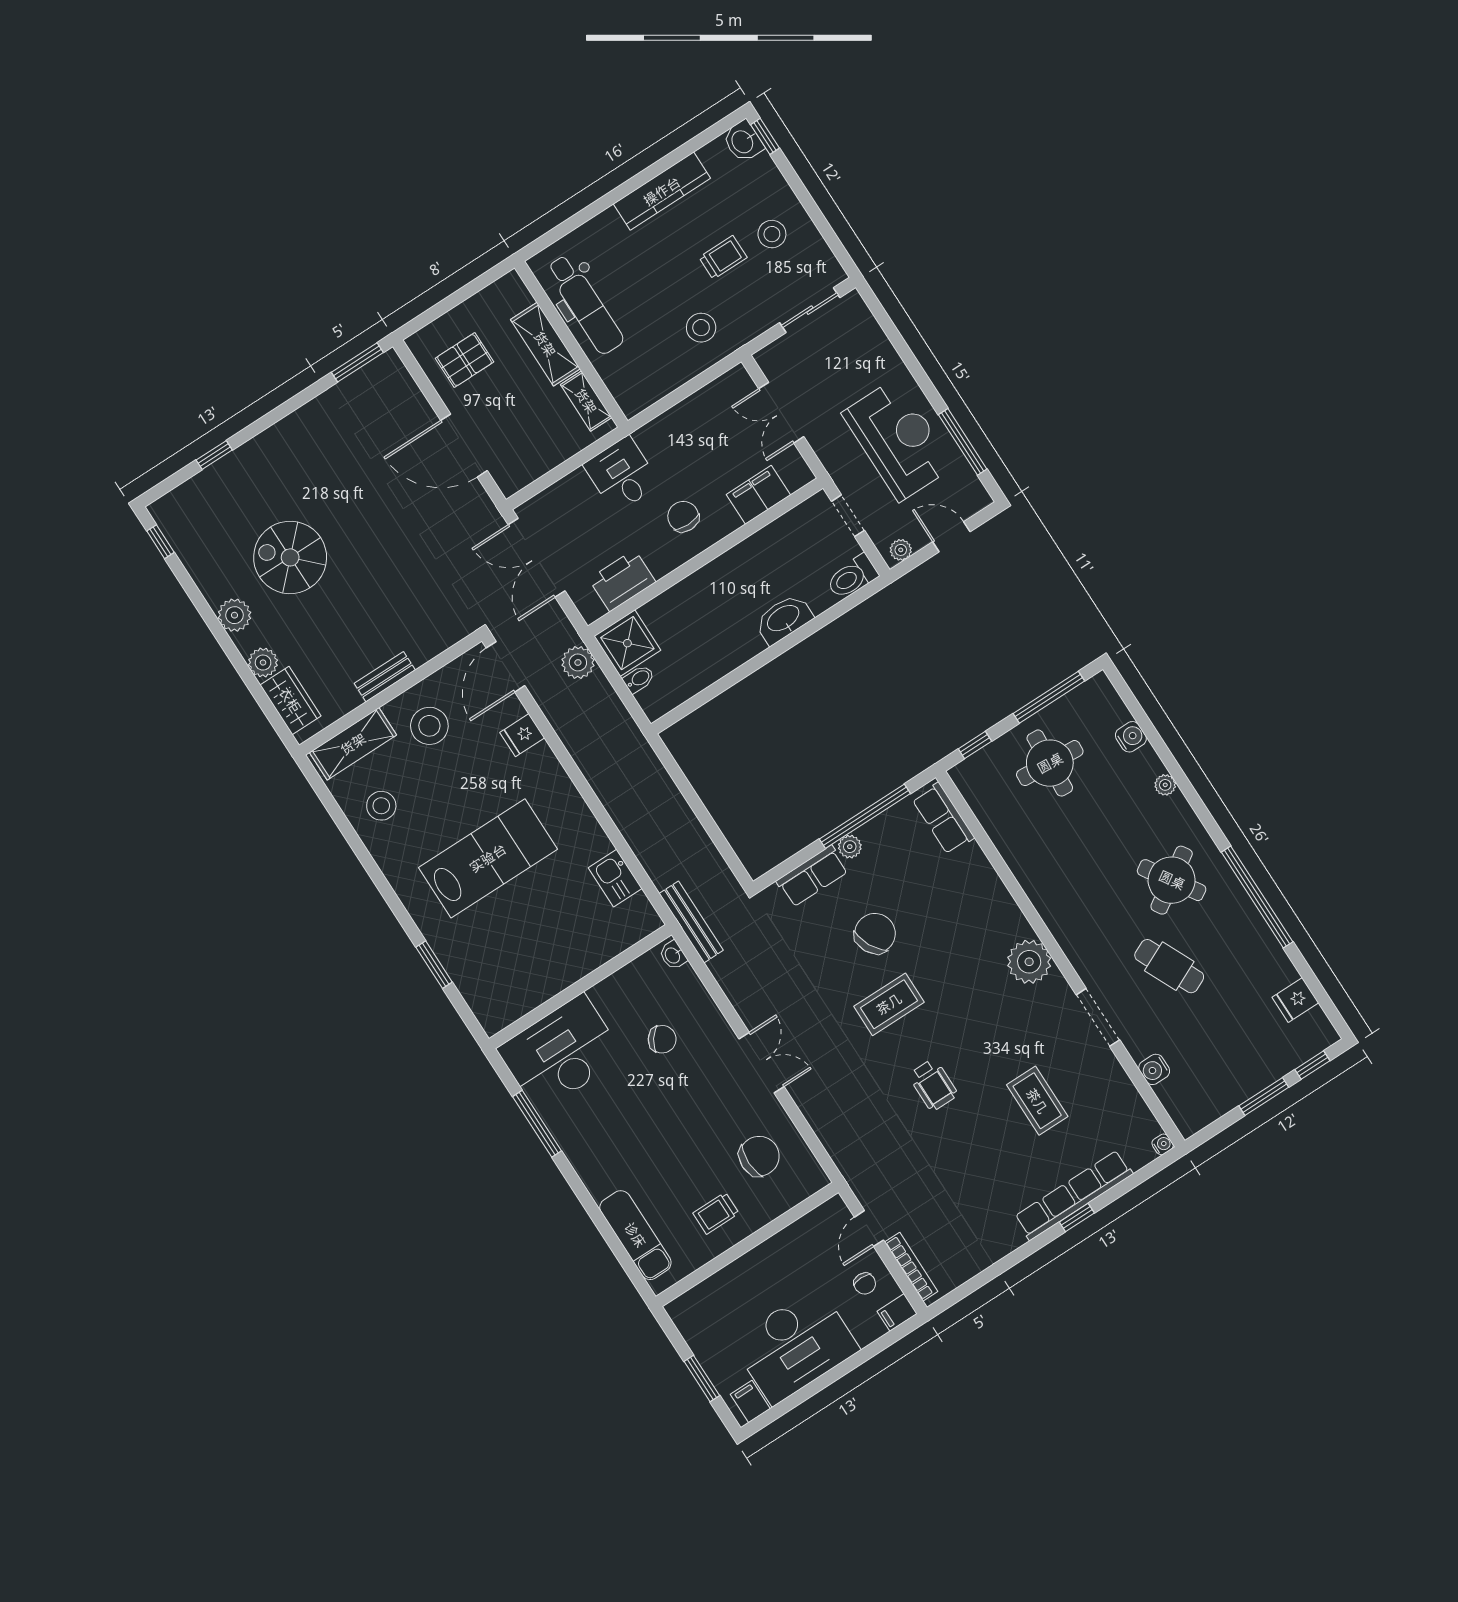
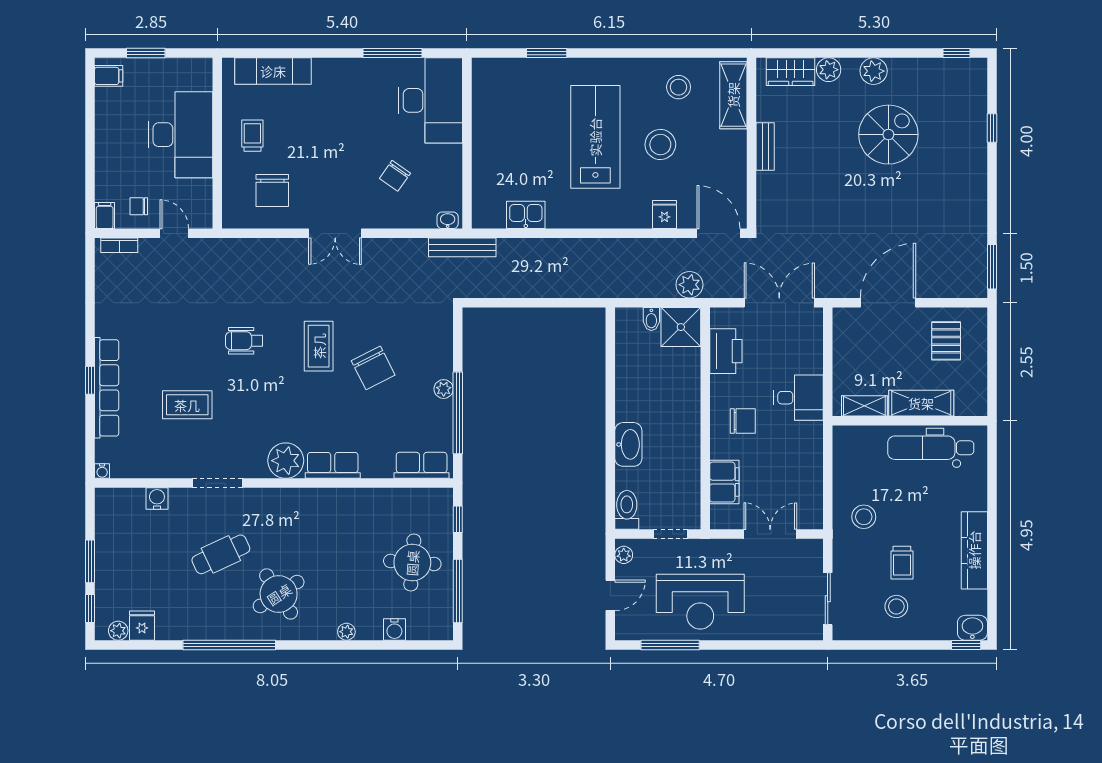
stool: (429, 726) -> (660, 145), moved
lab bench: (488, 858) -> (595, 137), turned 180
row of seats: (812, 876) -> (333, 465), moved, turned 90
plant: (1317, 1021) -> (118, 631), added
bookcase: (911, 1267) -> (119, 245), width x0.64
desk: (795, 1346) -> (180, 135), moved, turned 180

